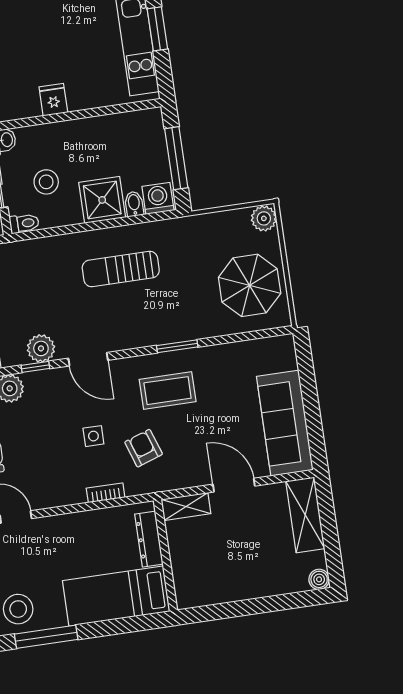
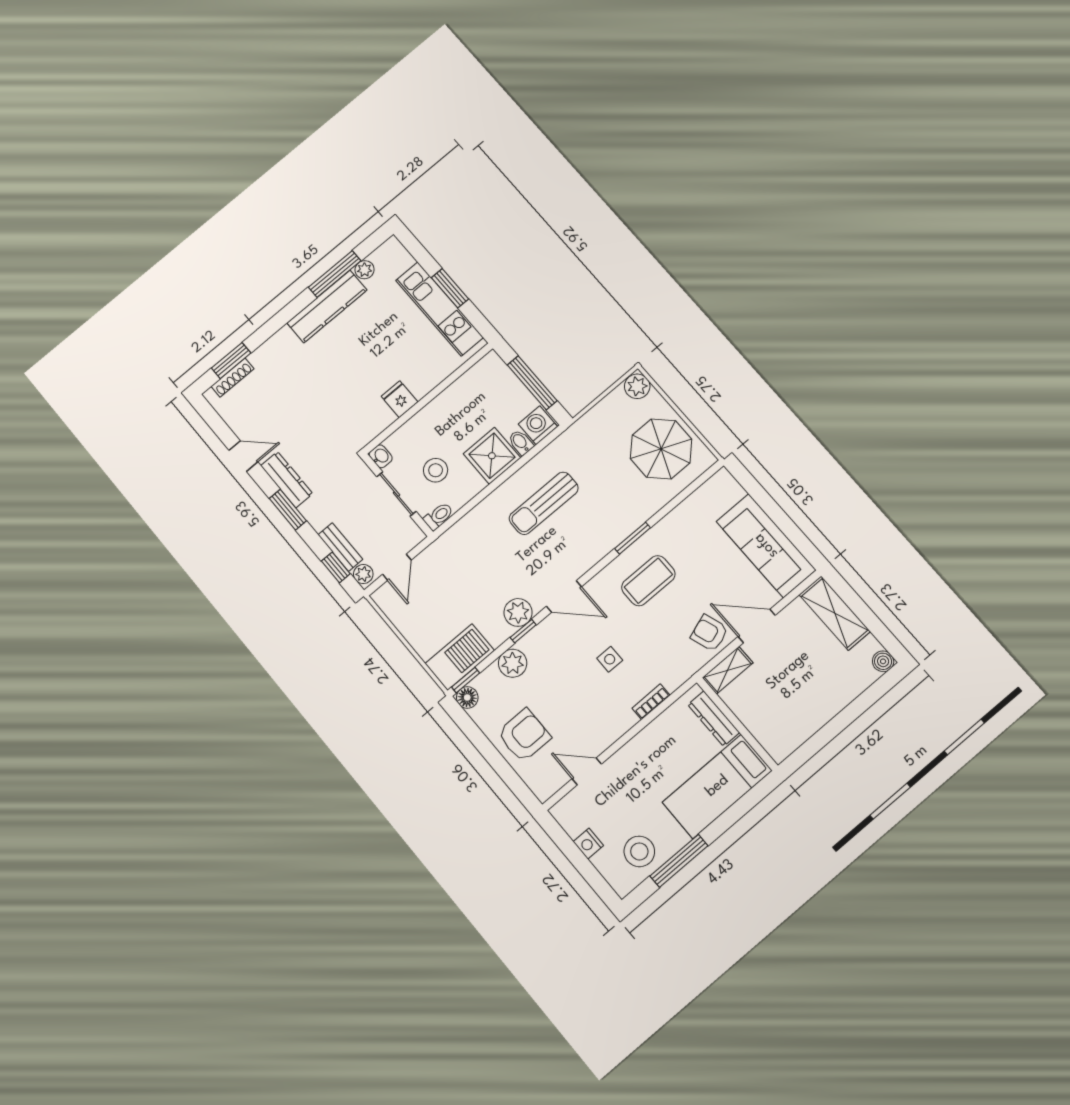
armchair: (144, 448) -> (709, 633), moved

